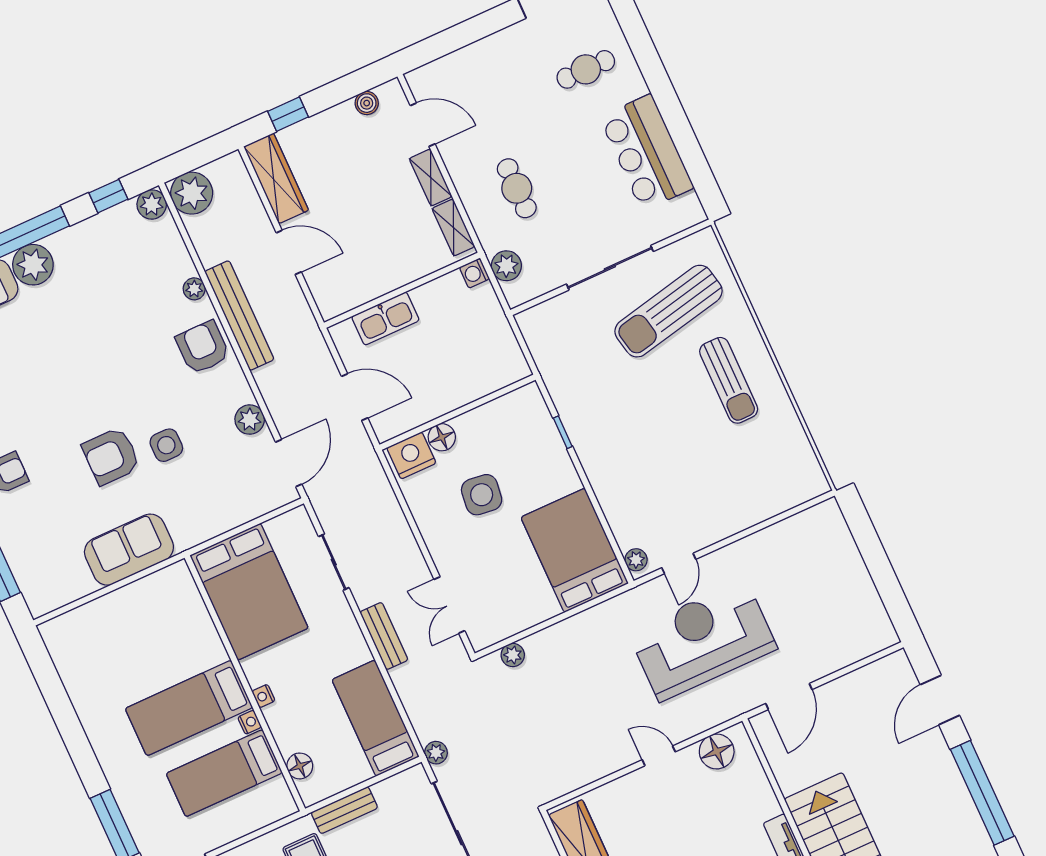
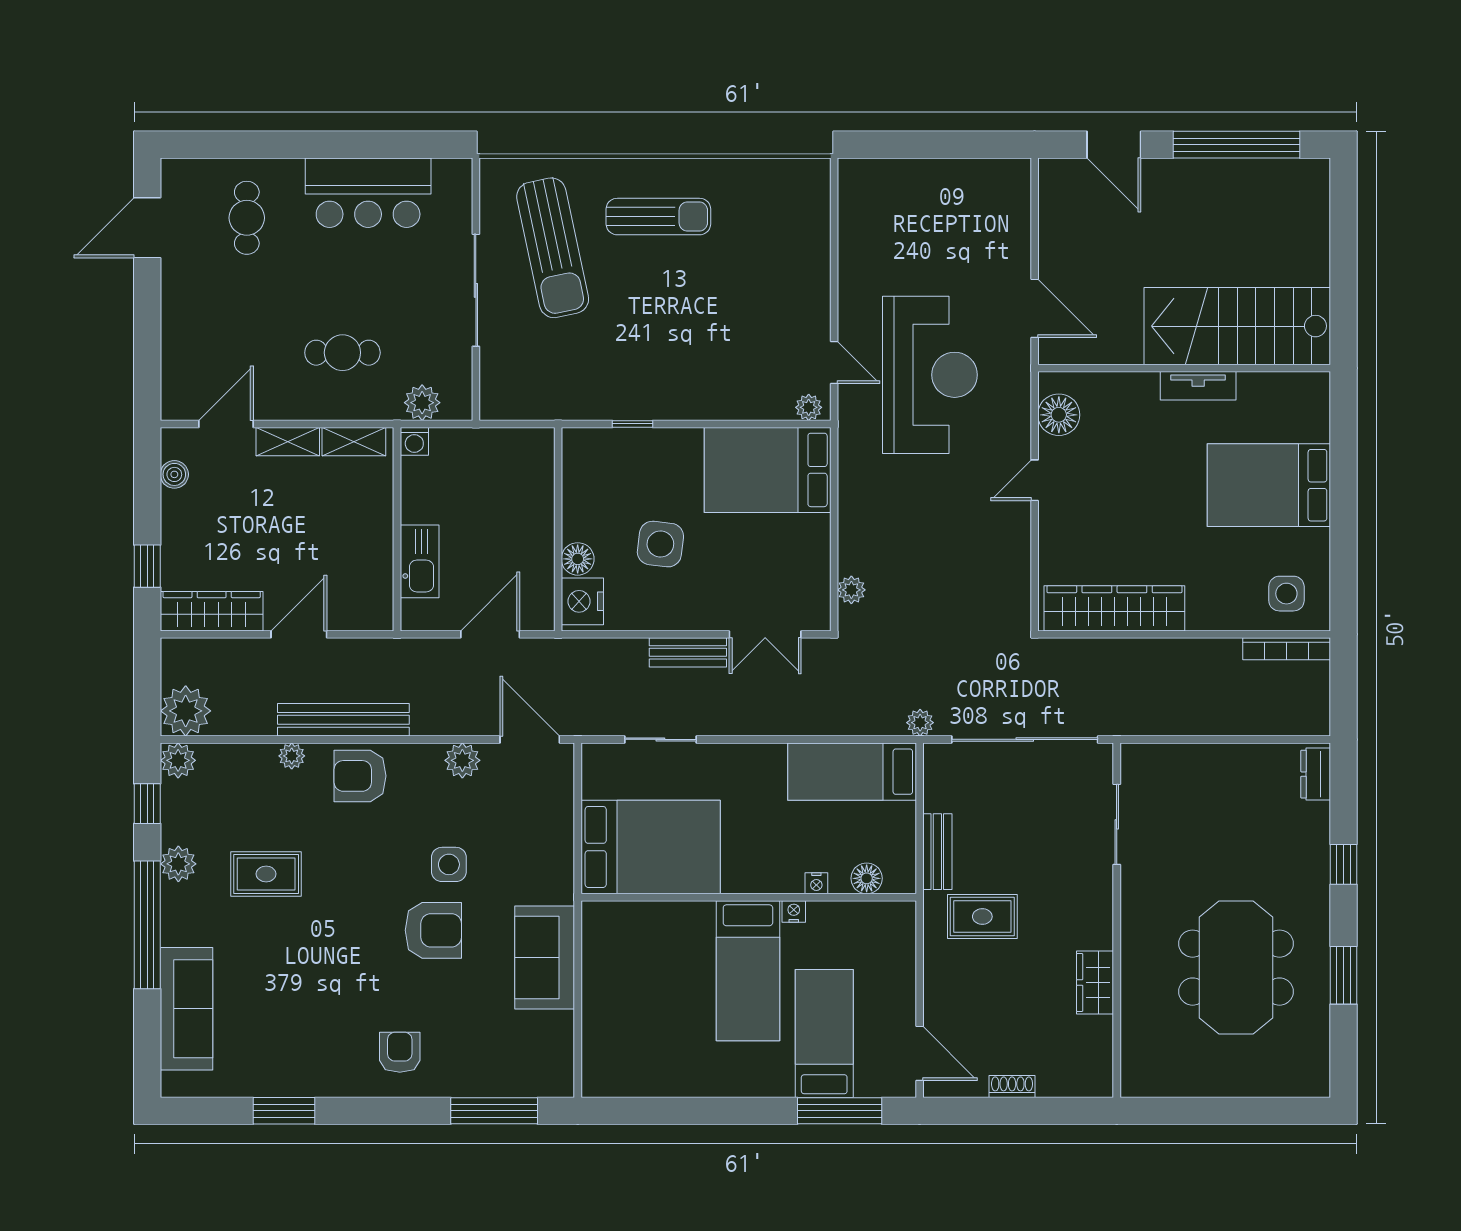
plant: (33, 265) -> (178, 864), moved, width x0.73, depth x0.73
rug: (96, 310) -> (266, 874), added
armchair: (111, 456) -> (433, 930), turned -90
bench: (384, 636) -> (688, 652), moved
reception desk: (702, 640) -> (930, 375), turned 180
nightstand: (263, 696) -> (816, 883), moved
bed: (224, 773) -> (824, 1034), moved, turned 180

